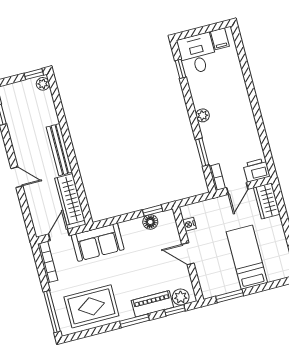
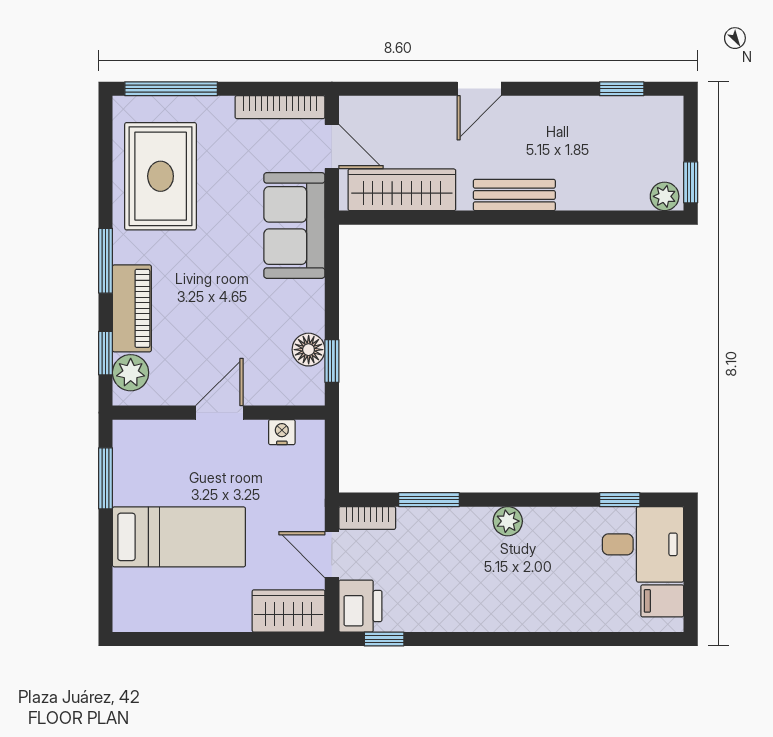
bench: (59, 150) -> (514, 195), width x0.73
window: (268, 156) -> (384, 639), added

